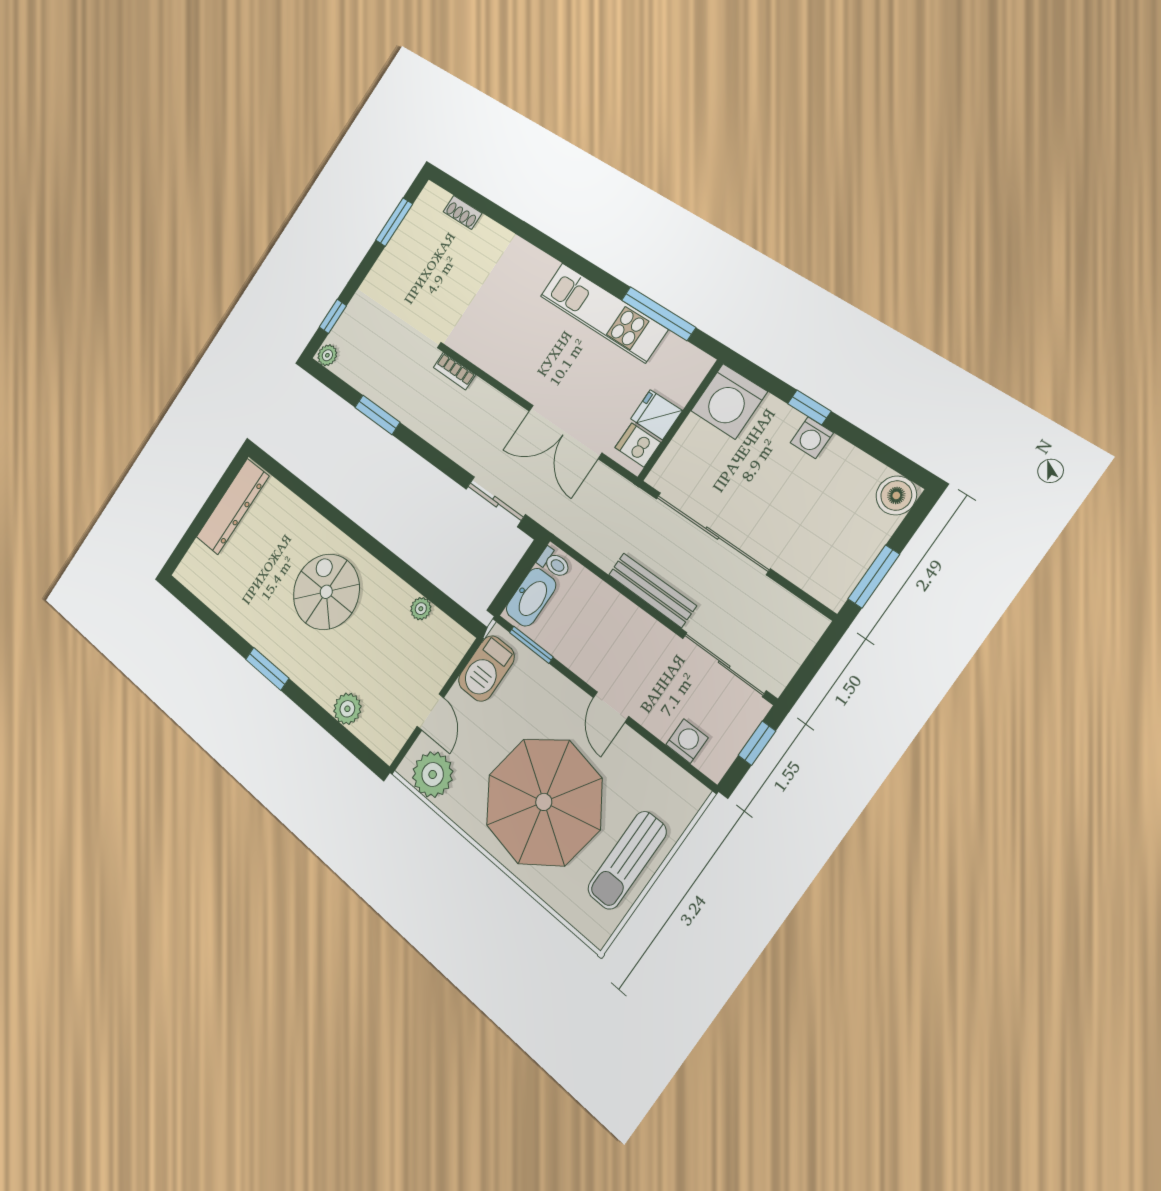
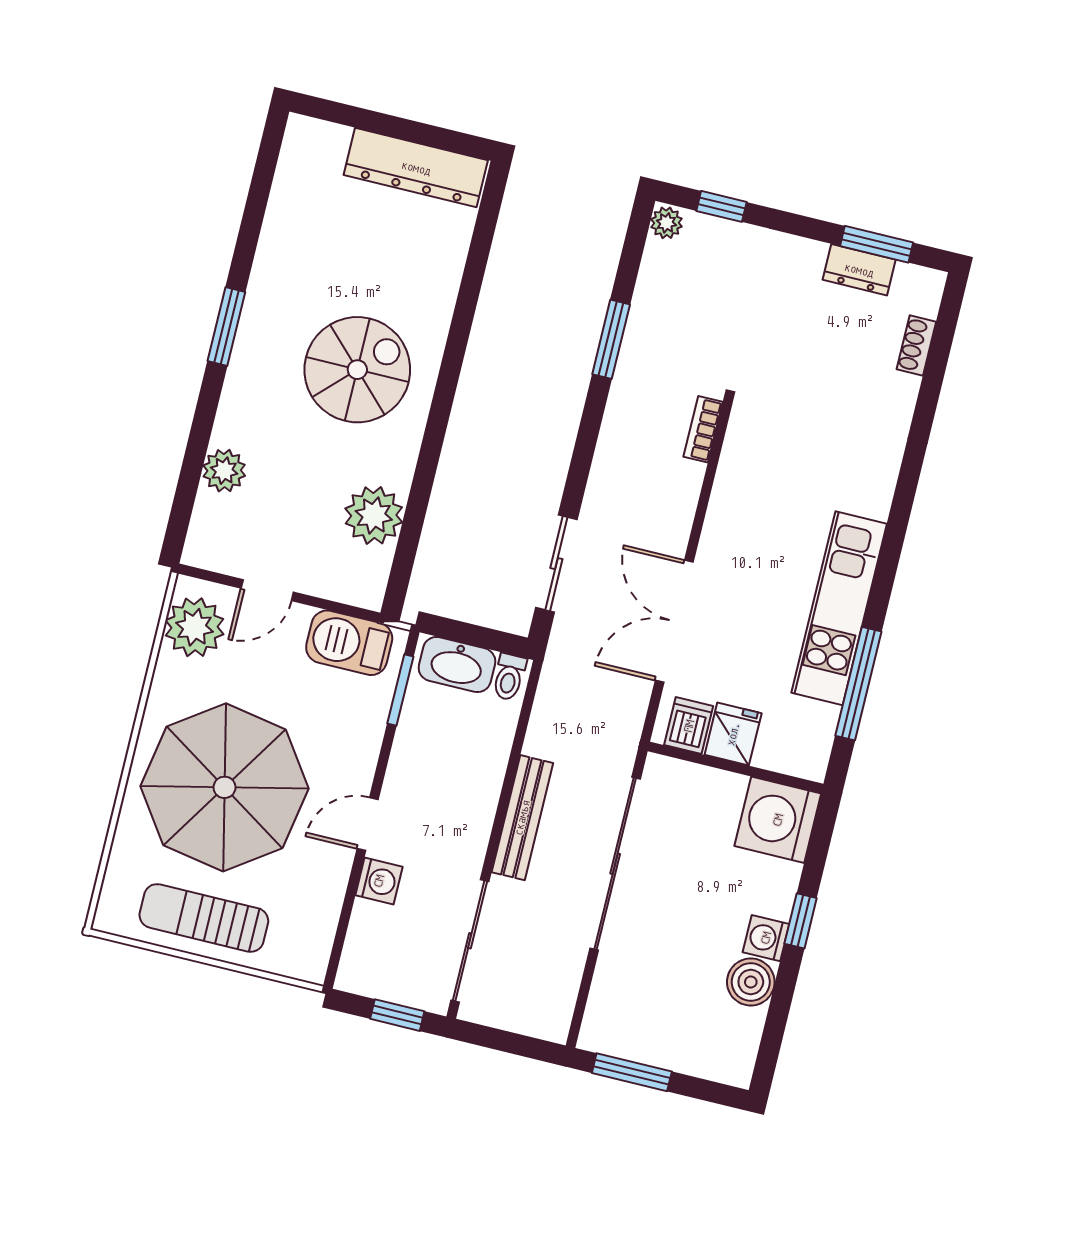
dresser: (404, 238) -> (859, 270), added
boiler: (896, 495) -> (751, 982), moved
plant: (421, 609) -> (374, 515), width x1.88, depth x1.88
washing machine: (687, 741) -> (379, 881), moved

